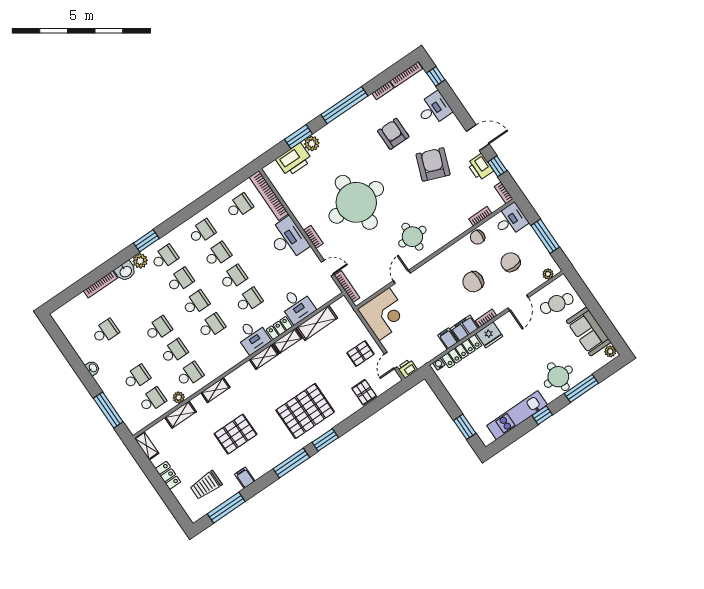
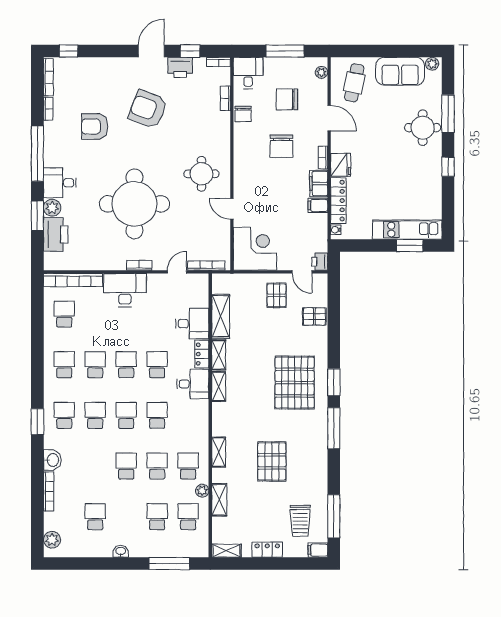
desk: (434, 109) -> (60, 183), moved, turned -90
plant: (140, 261) -> (52, 540), moved
kitchen unit: (517, 415) -> (407, 230), moved, turned 90
filing cabinet: (245, 478) -> (318, 550), moved

